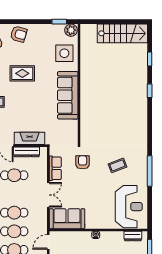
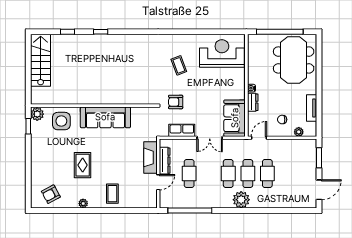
armchair: (19, 34) -> (41, 169), removed
window: (150, 171) -> (185, 32), removed
double door: (48, 195) -> (210, 138), swing flipped
dresser: (133, 236) -> (253, 102), moved
door: (48, 242) -> (259, 138), swing flipped

